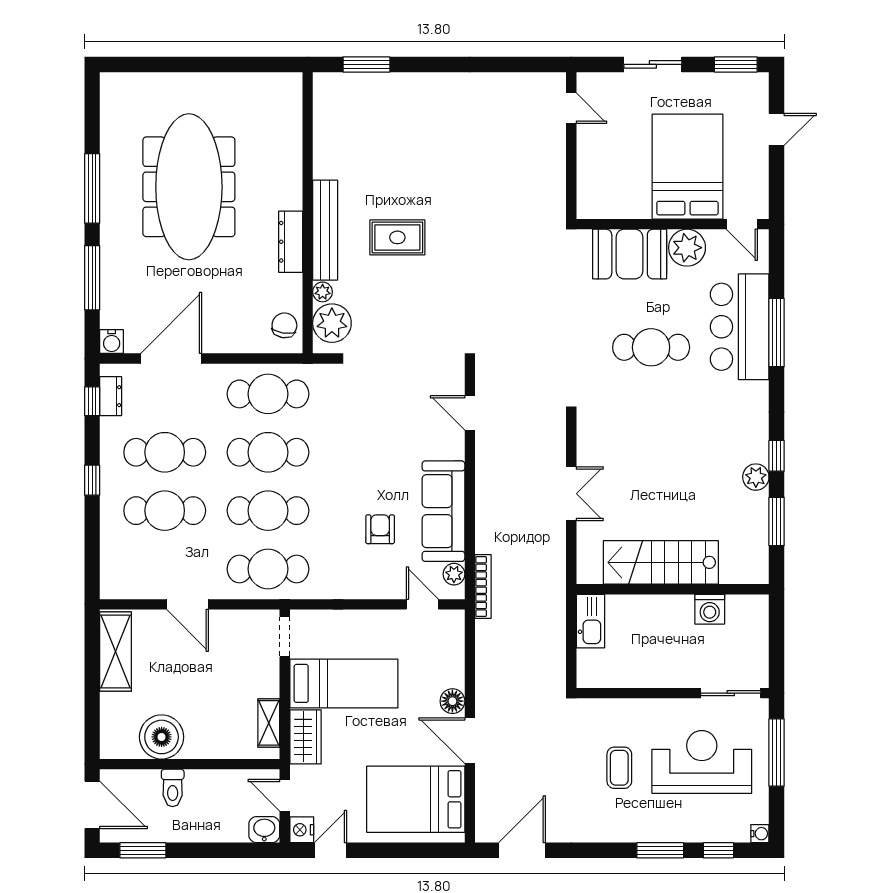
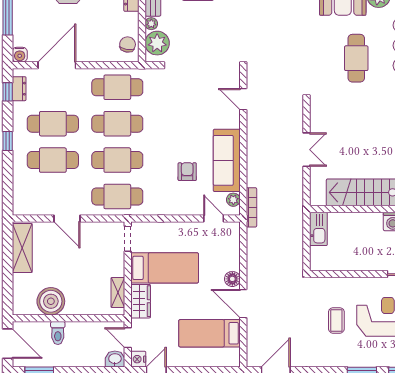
cafe table: (651, 347) -> (356, 58), turned 90
bed: (416, 799) -> (209, 333), width x0.67

